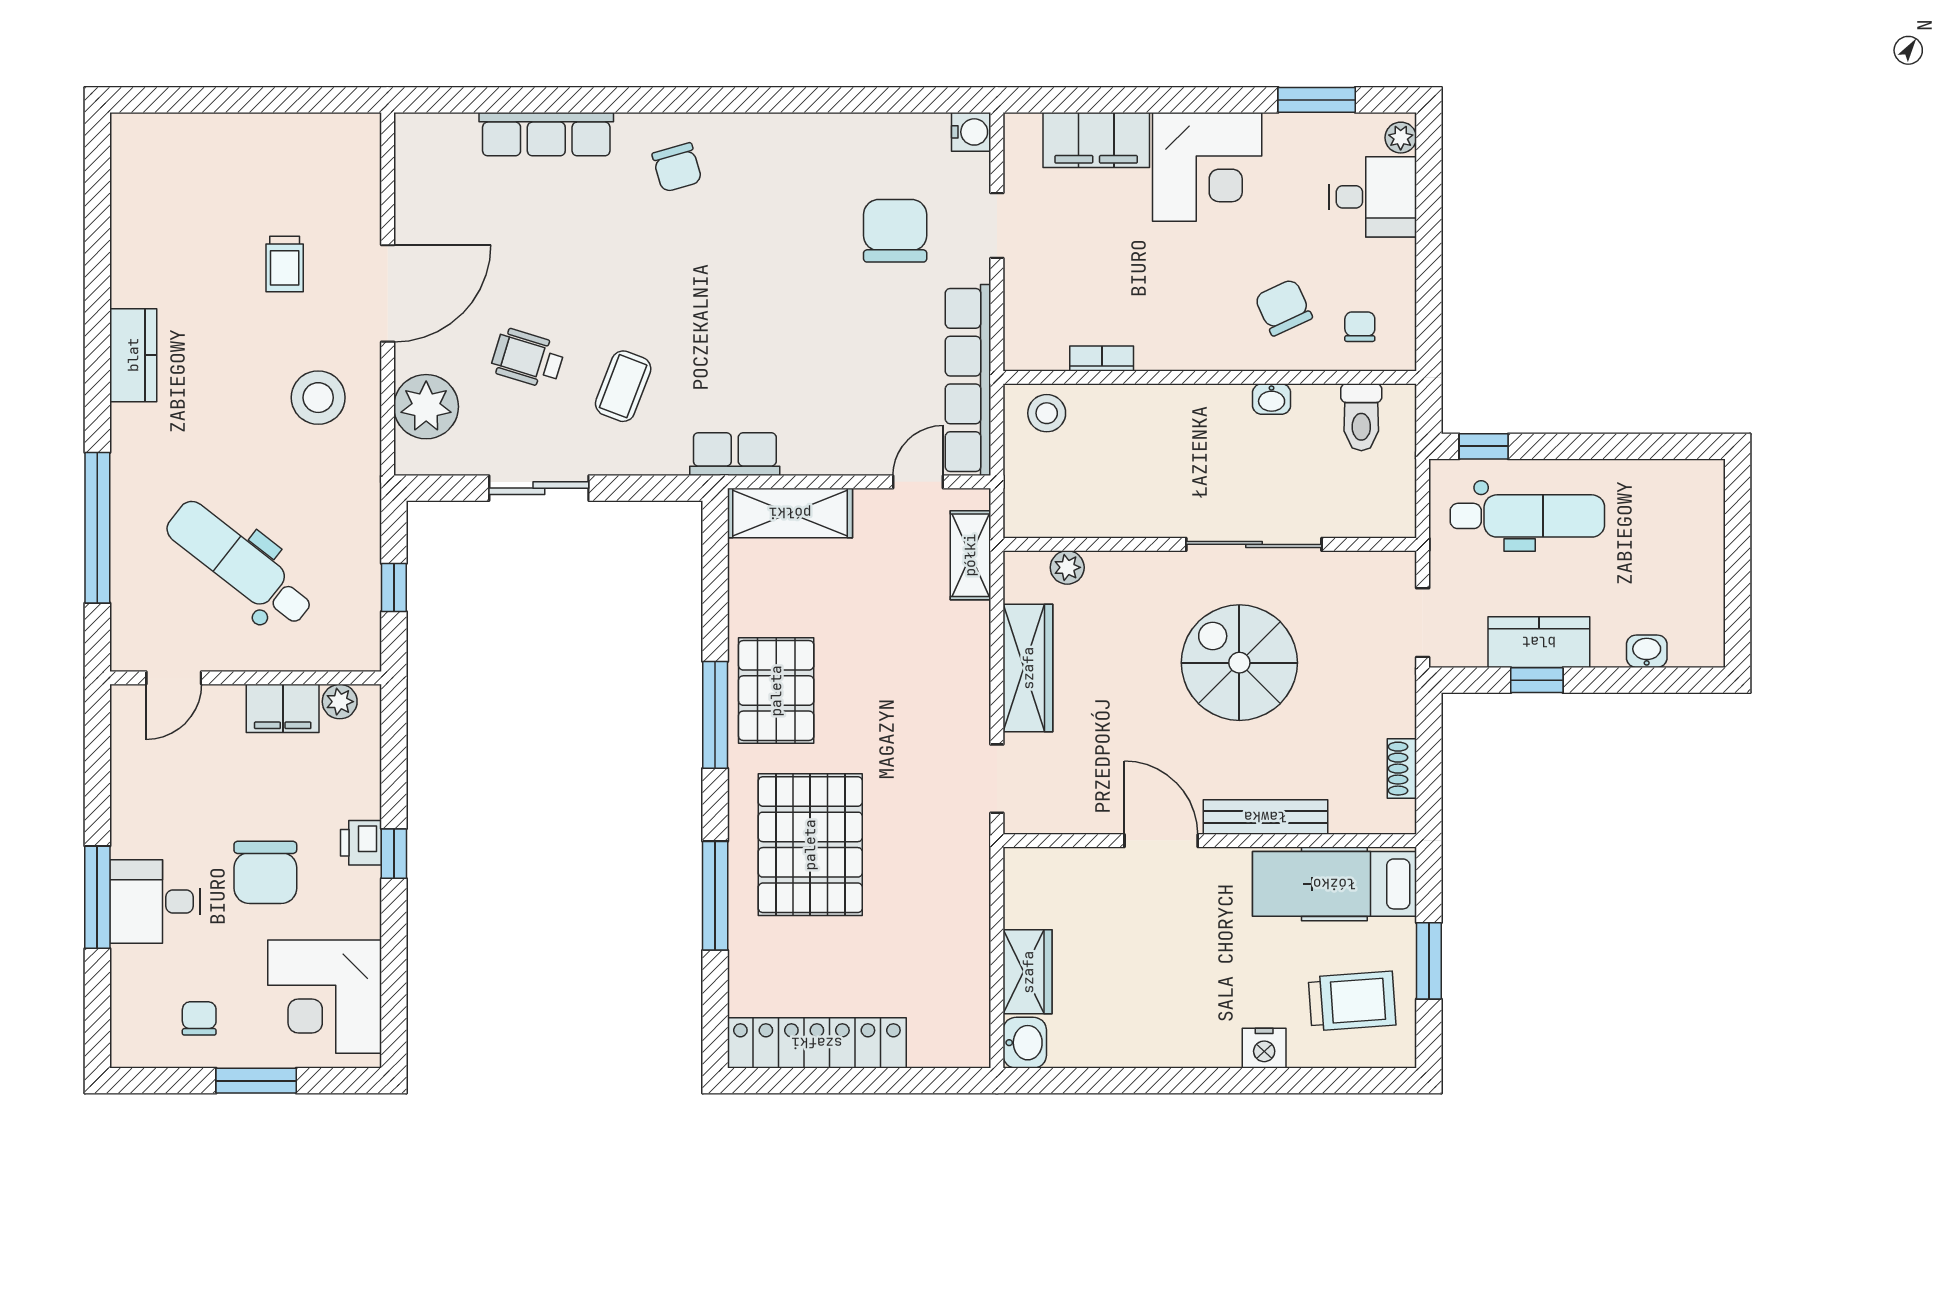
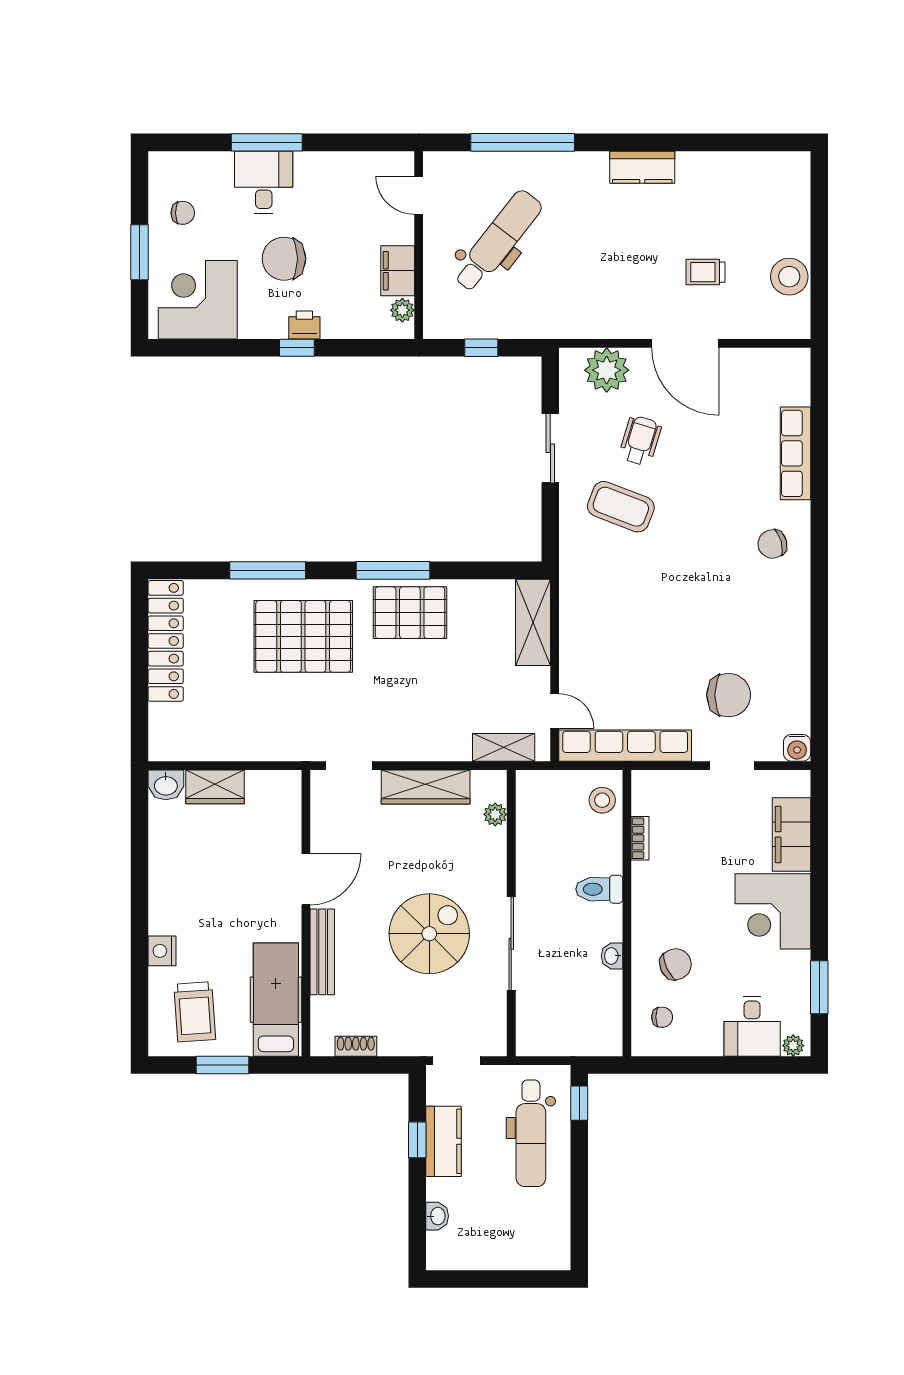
coffee table: (623, 386) -> (621, 507), width x1.36, depth x1.30
stool: (318, 398) -> (789, 277), moved
toilet: (1361, 417) -> (599, 889), moved
row of seats: (735, 454) -> (574, 584), removed

